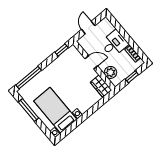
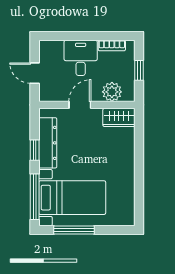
window: (62, 50) -> (35, 150), moved
dresser: (60, 62) -> (48, 143), added
bed with nightstands: (55, 110) -> (72, 198), moved, turned 180

